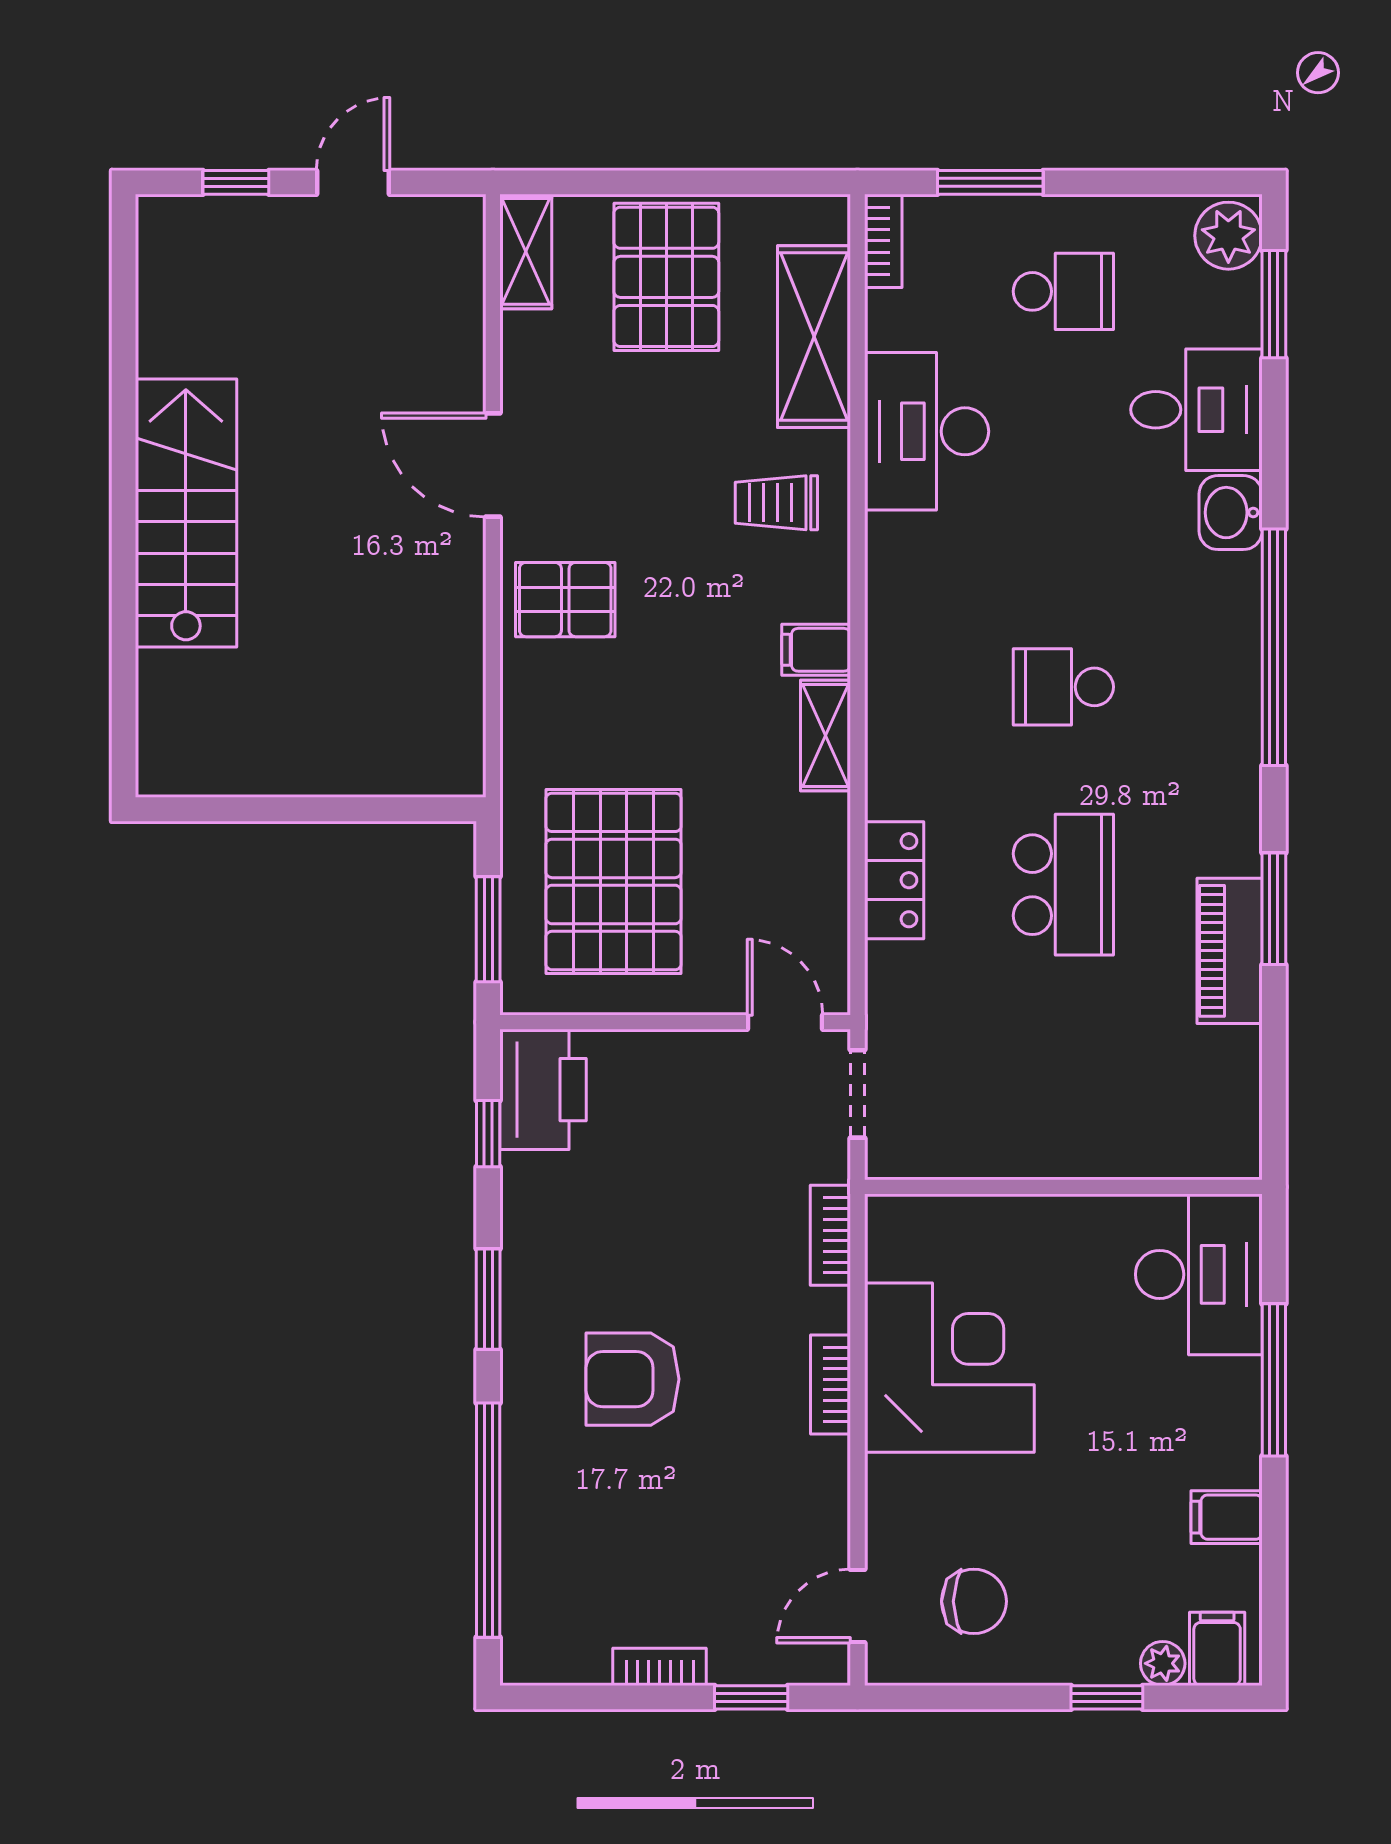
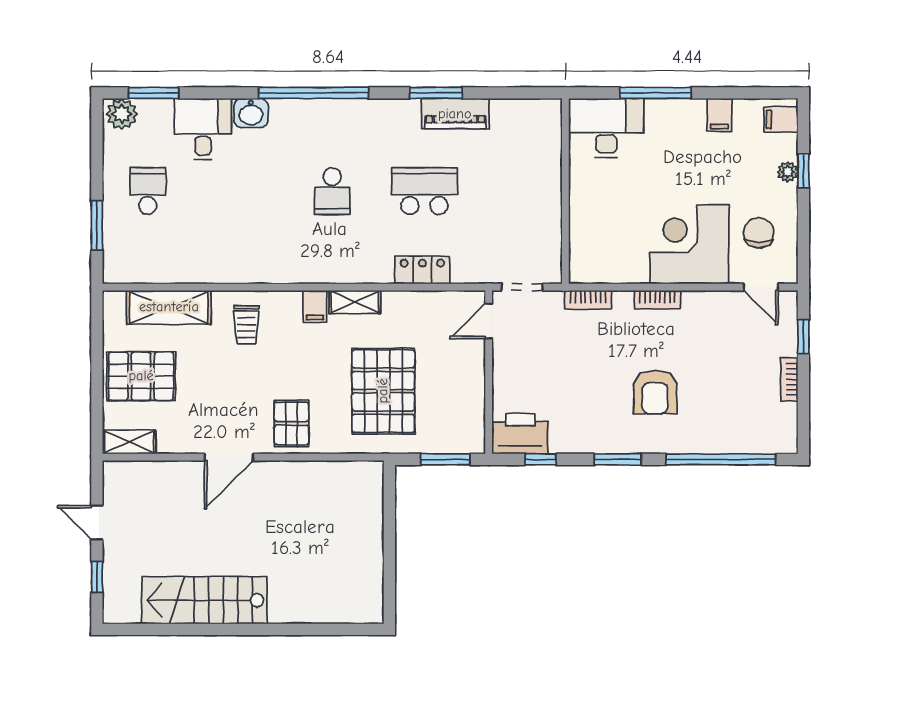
bookcase: (883, 241) -> (124, 275), removed
desk: (927, 431) -> (213, 255), removed
stairs: (186, 513) -> (204, 600), moved
pallet: (614, 881) -> (383, 391), moved, turned 90
corner desk: (949, 1368) -> (689, 244), moved
plant: (1163, 1663) -> (788, 172), moved

